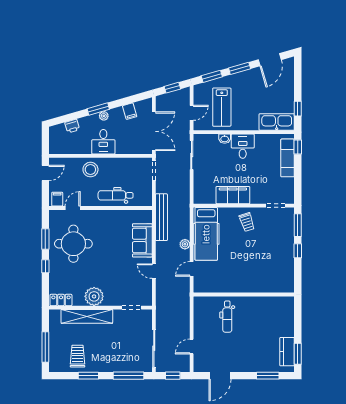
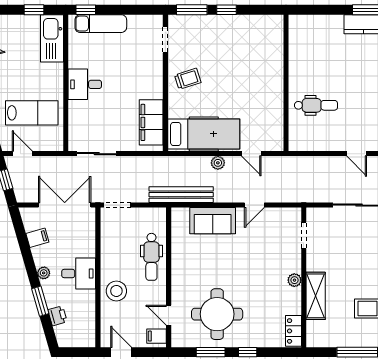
window: (98, 109) -> (40, 301), moved
door: (192, 113) -> (22, 154), moved
washbasin: (225, 139) -> (75, 109), removed
filing cabinet: (233, 195) -> (151, 122), moved
plant: (94, 296) -> (294, 280), width x0.53, depth x0.53
shelving: (87, 316) -> (316, 296), width x0.68

